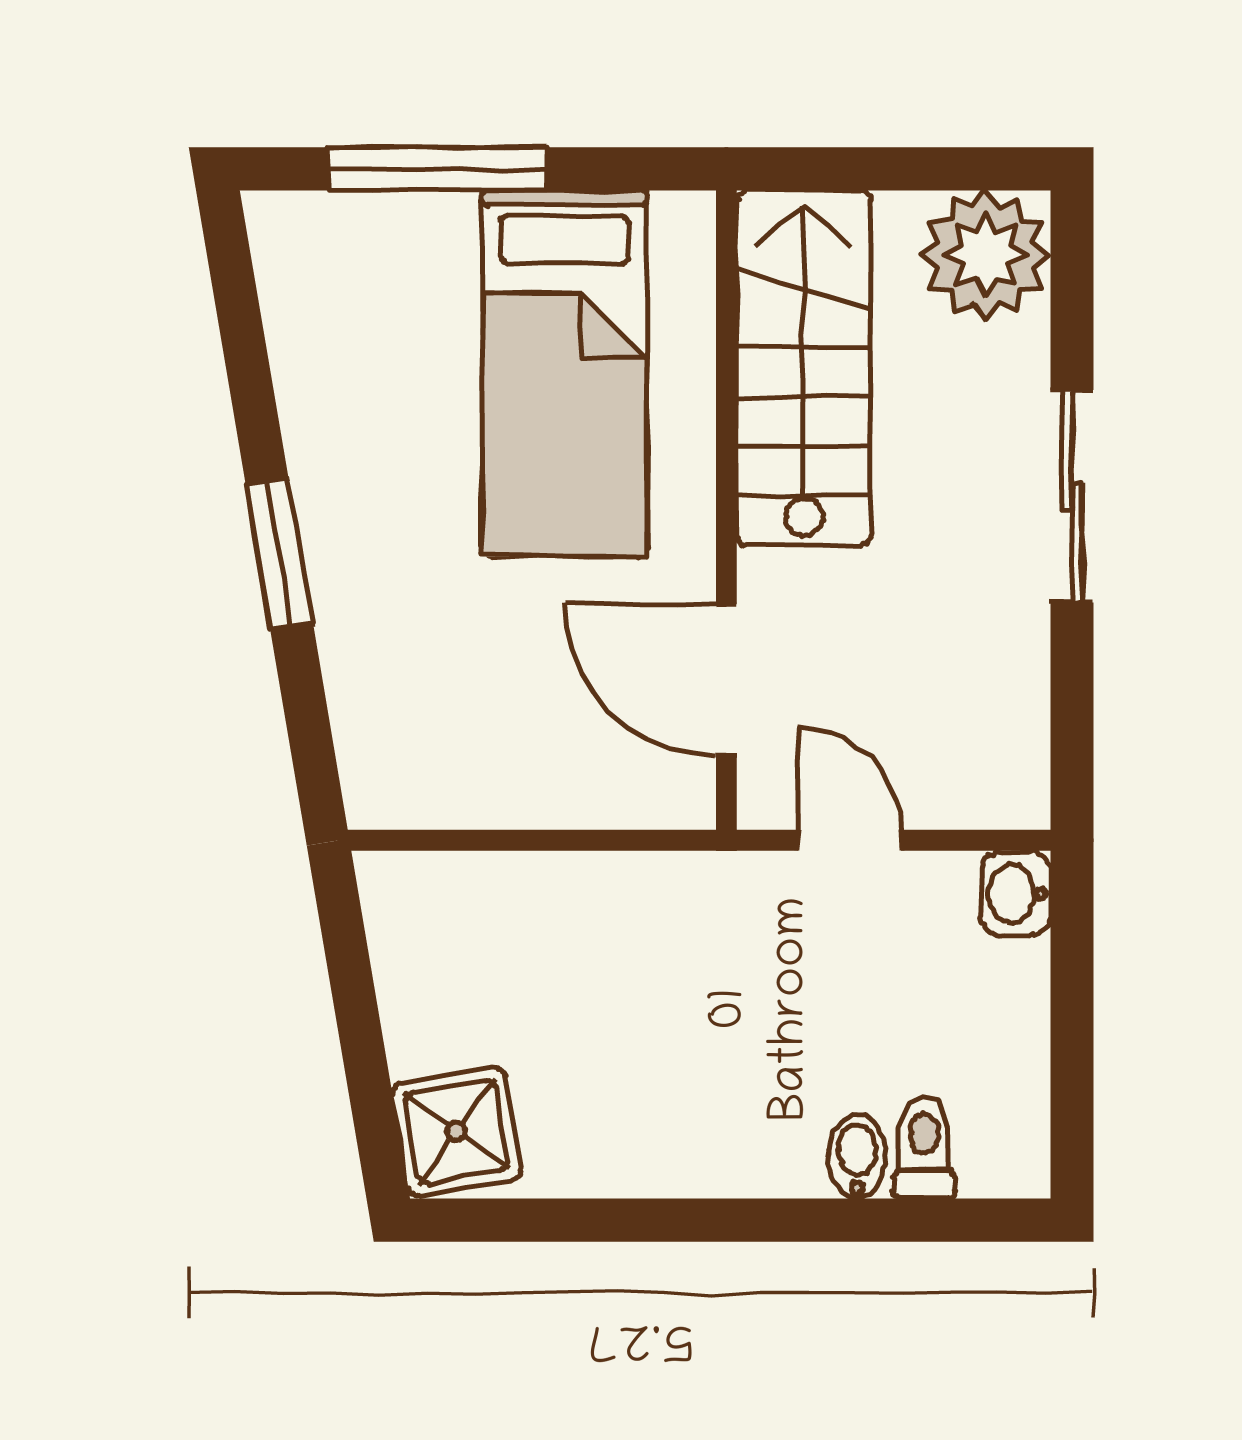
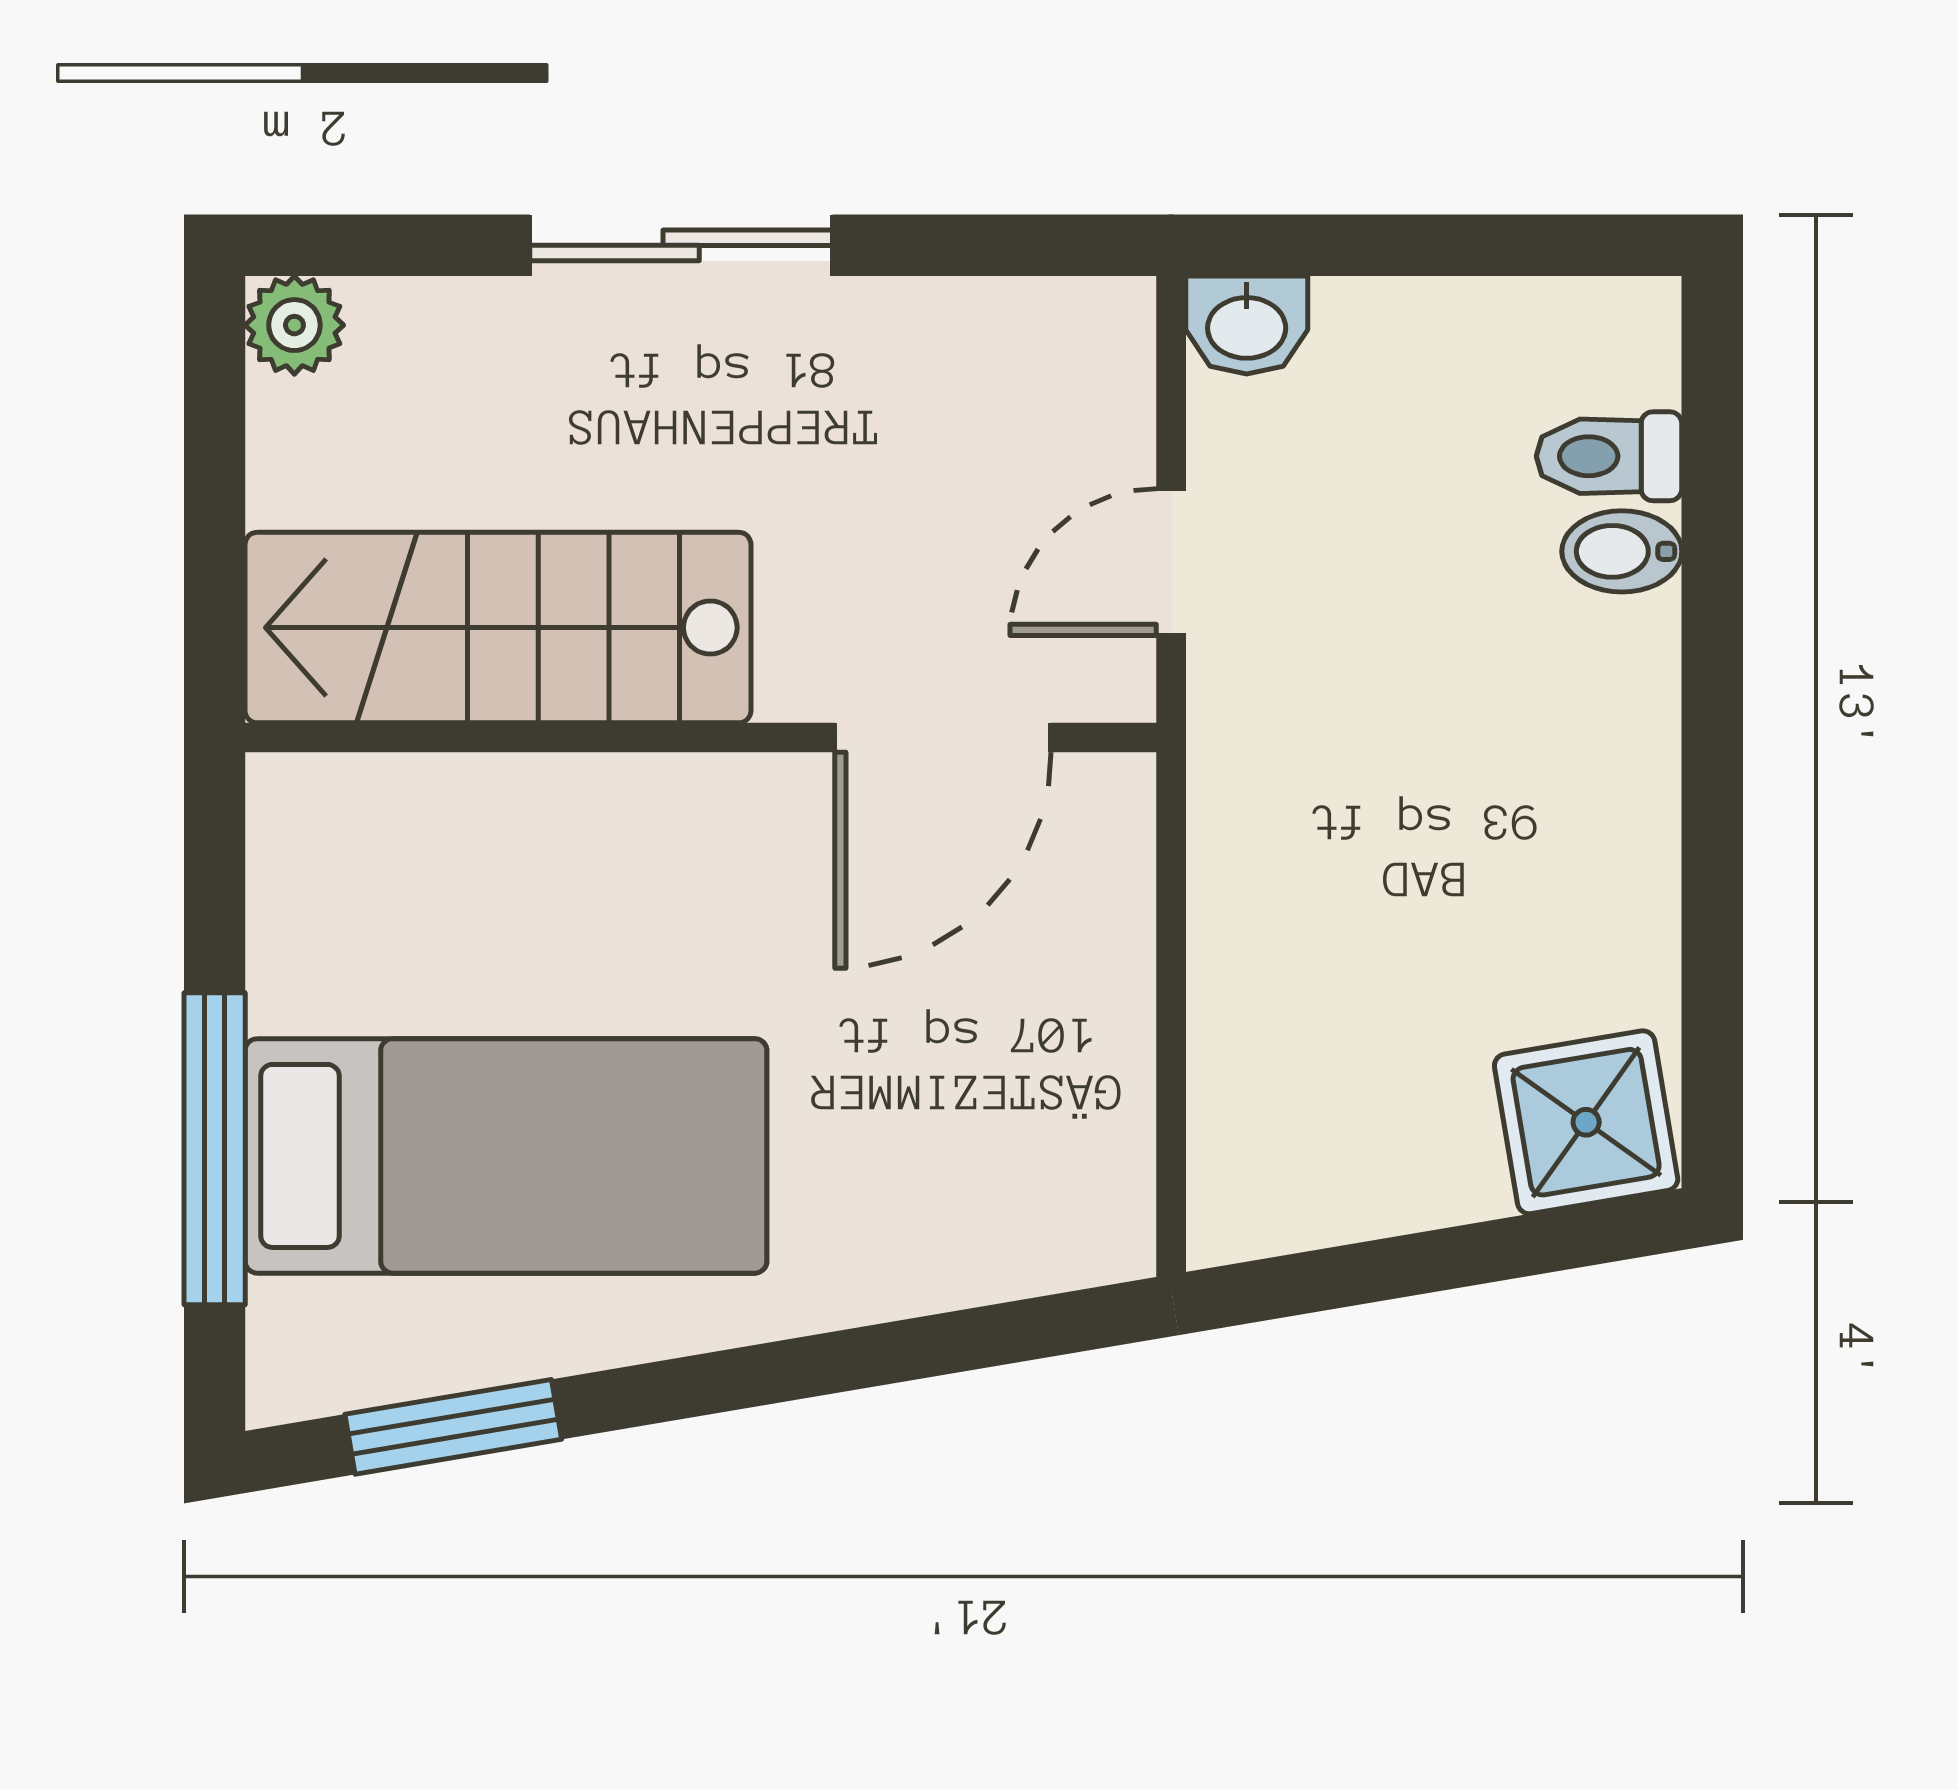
plant: (986, 255) -> (294, 325), width x0.53, depth x0.53
bed: (565, 373) -> (506, 1156), moved
window: (279, 554) -> (453, 1427), moved

